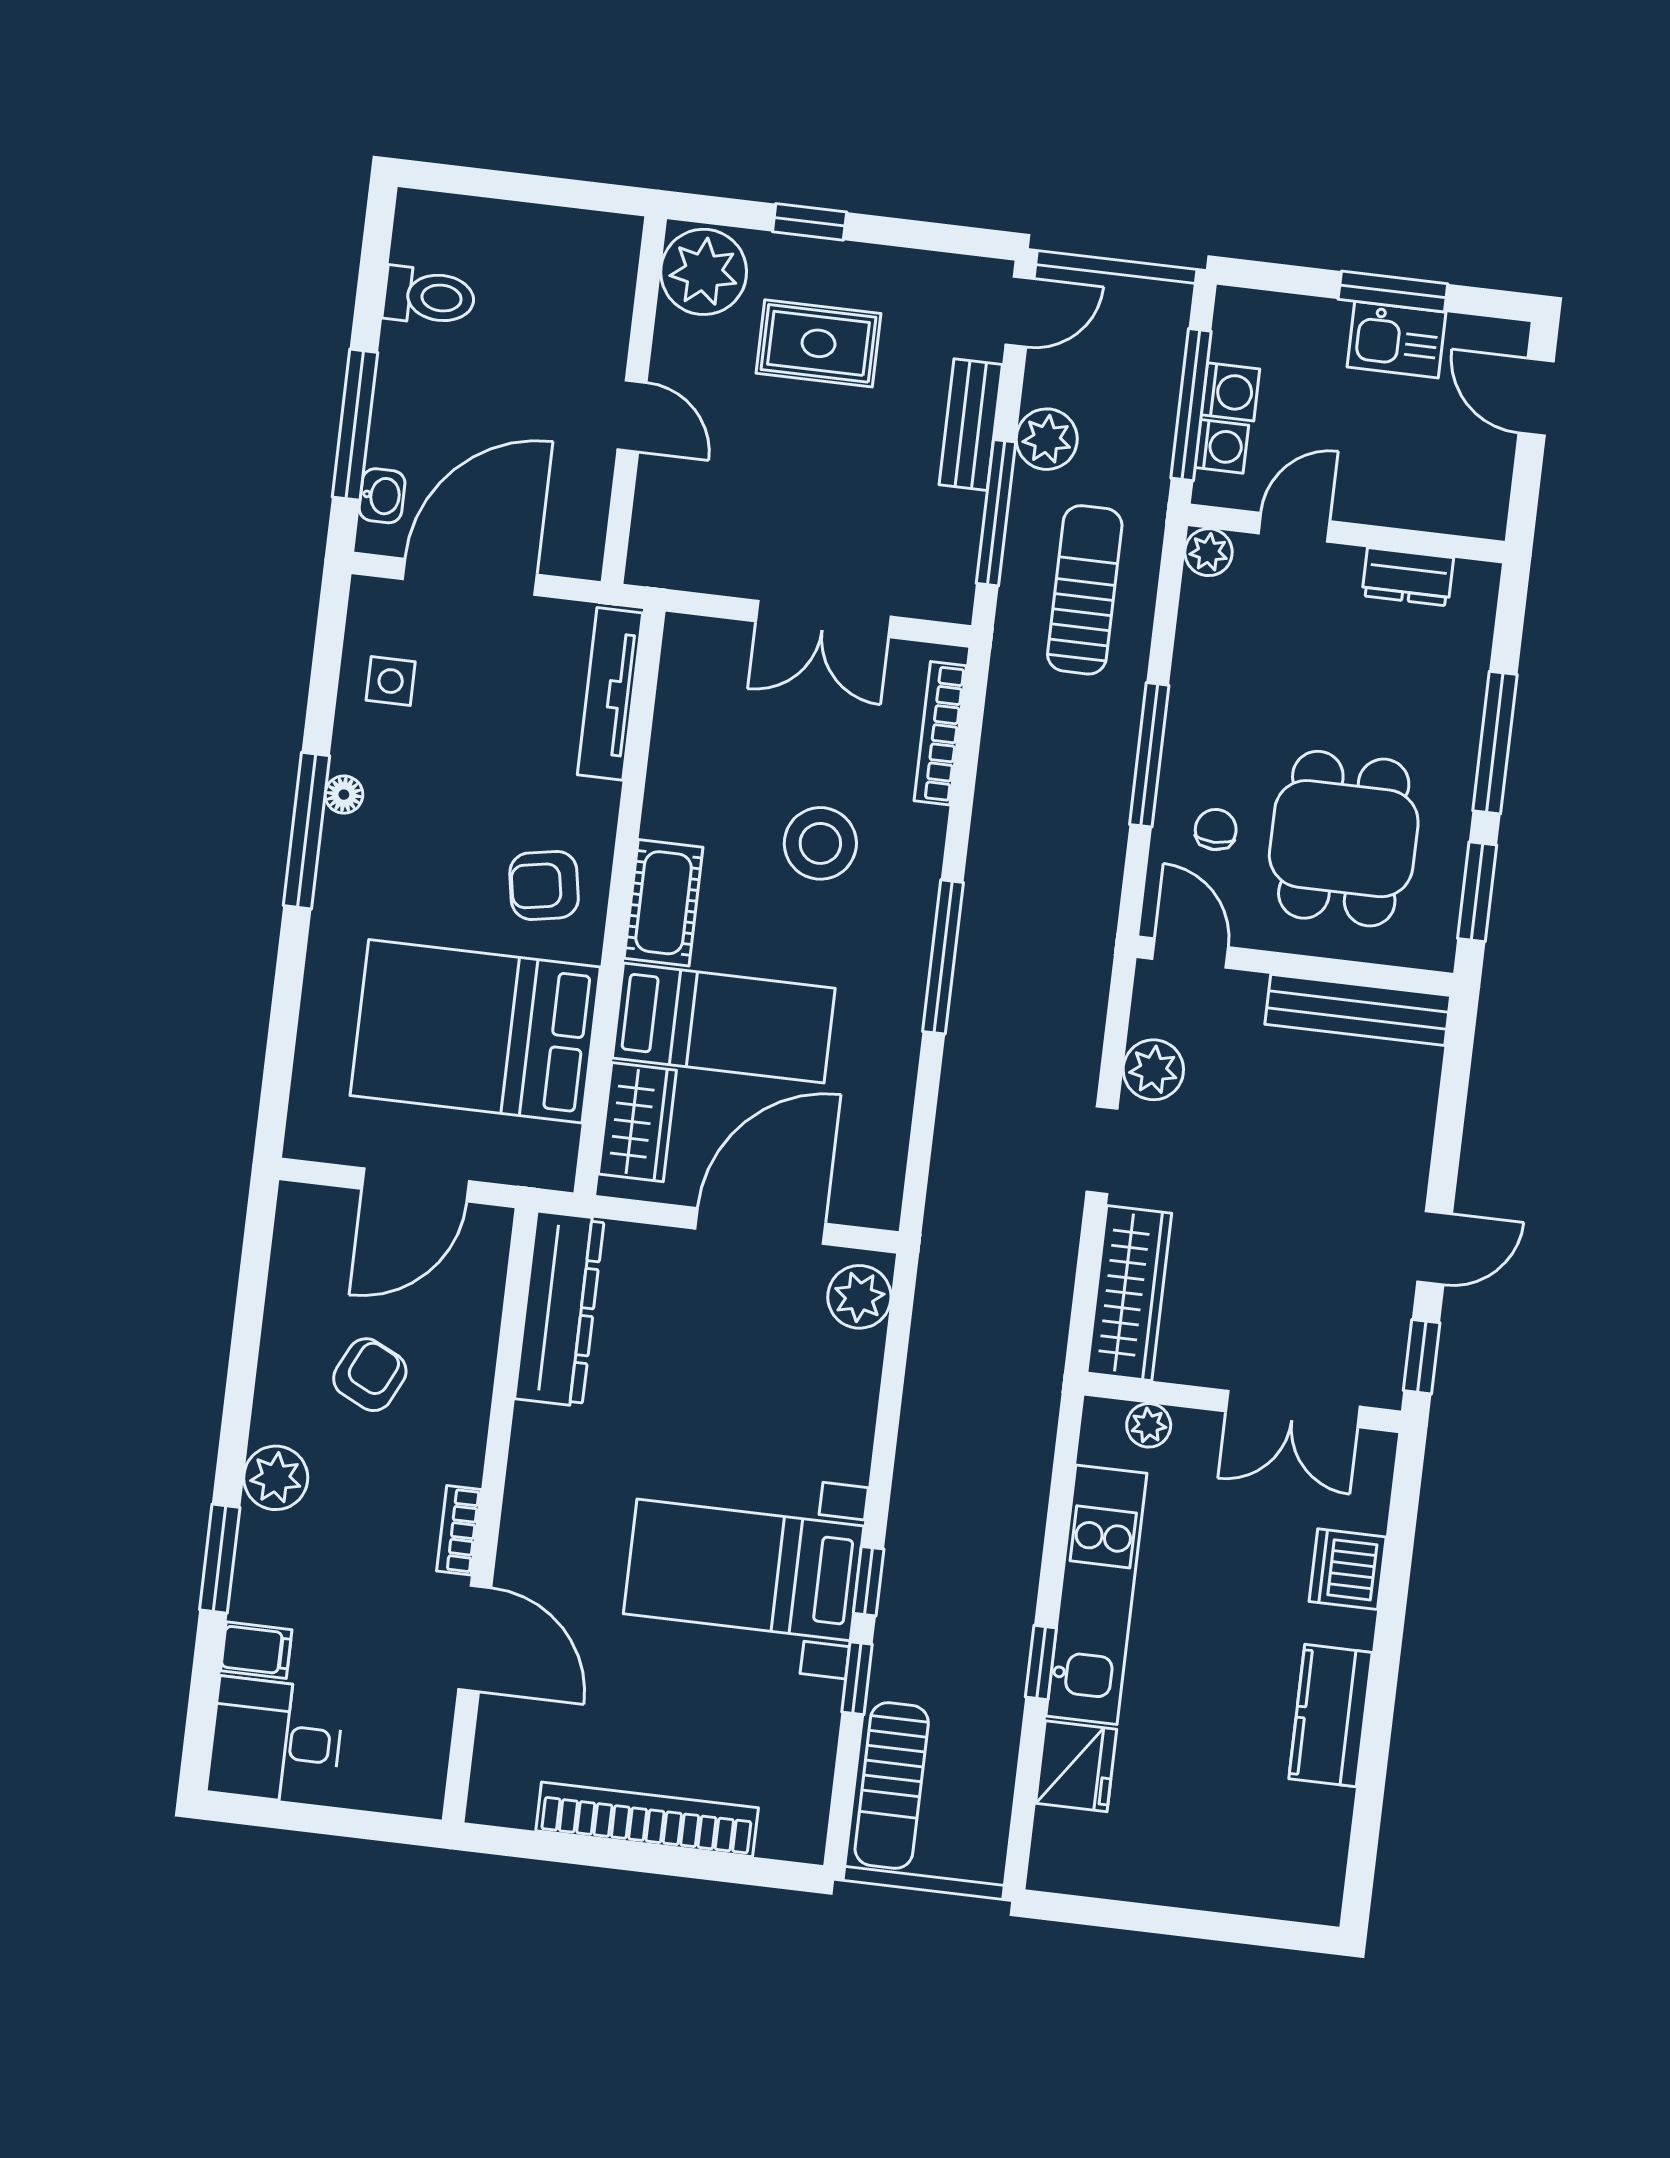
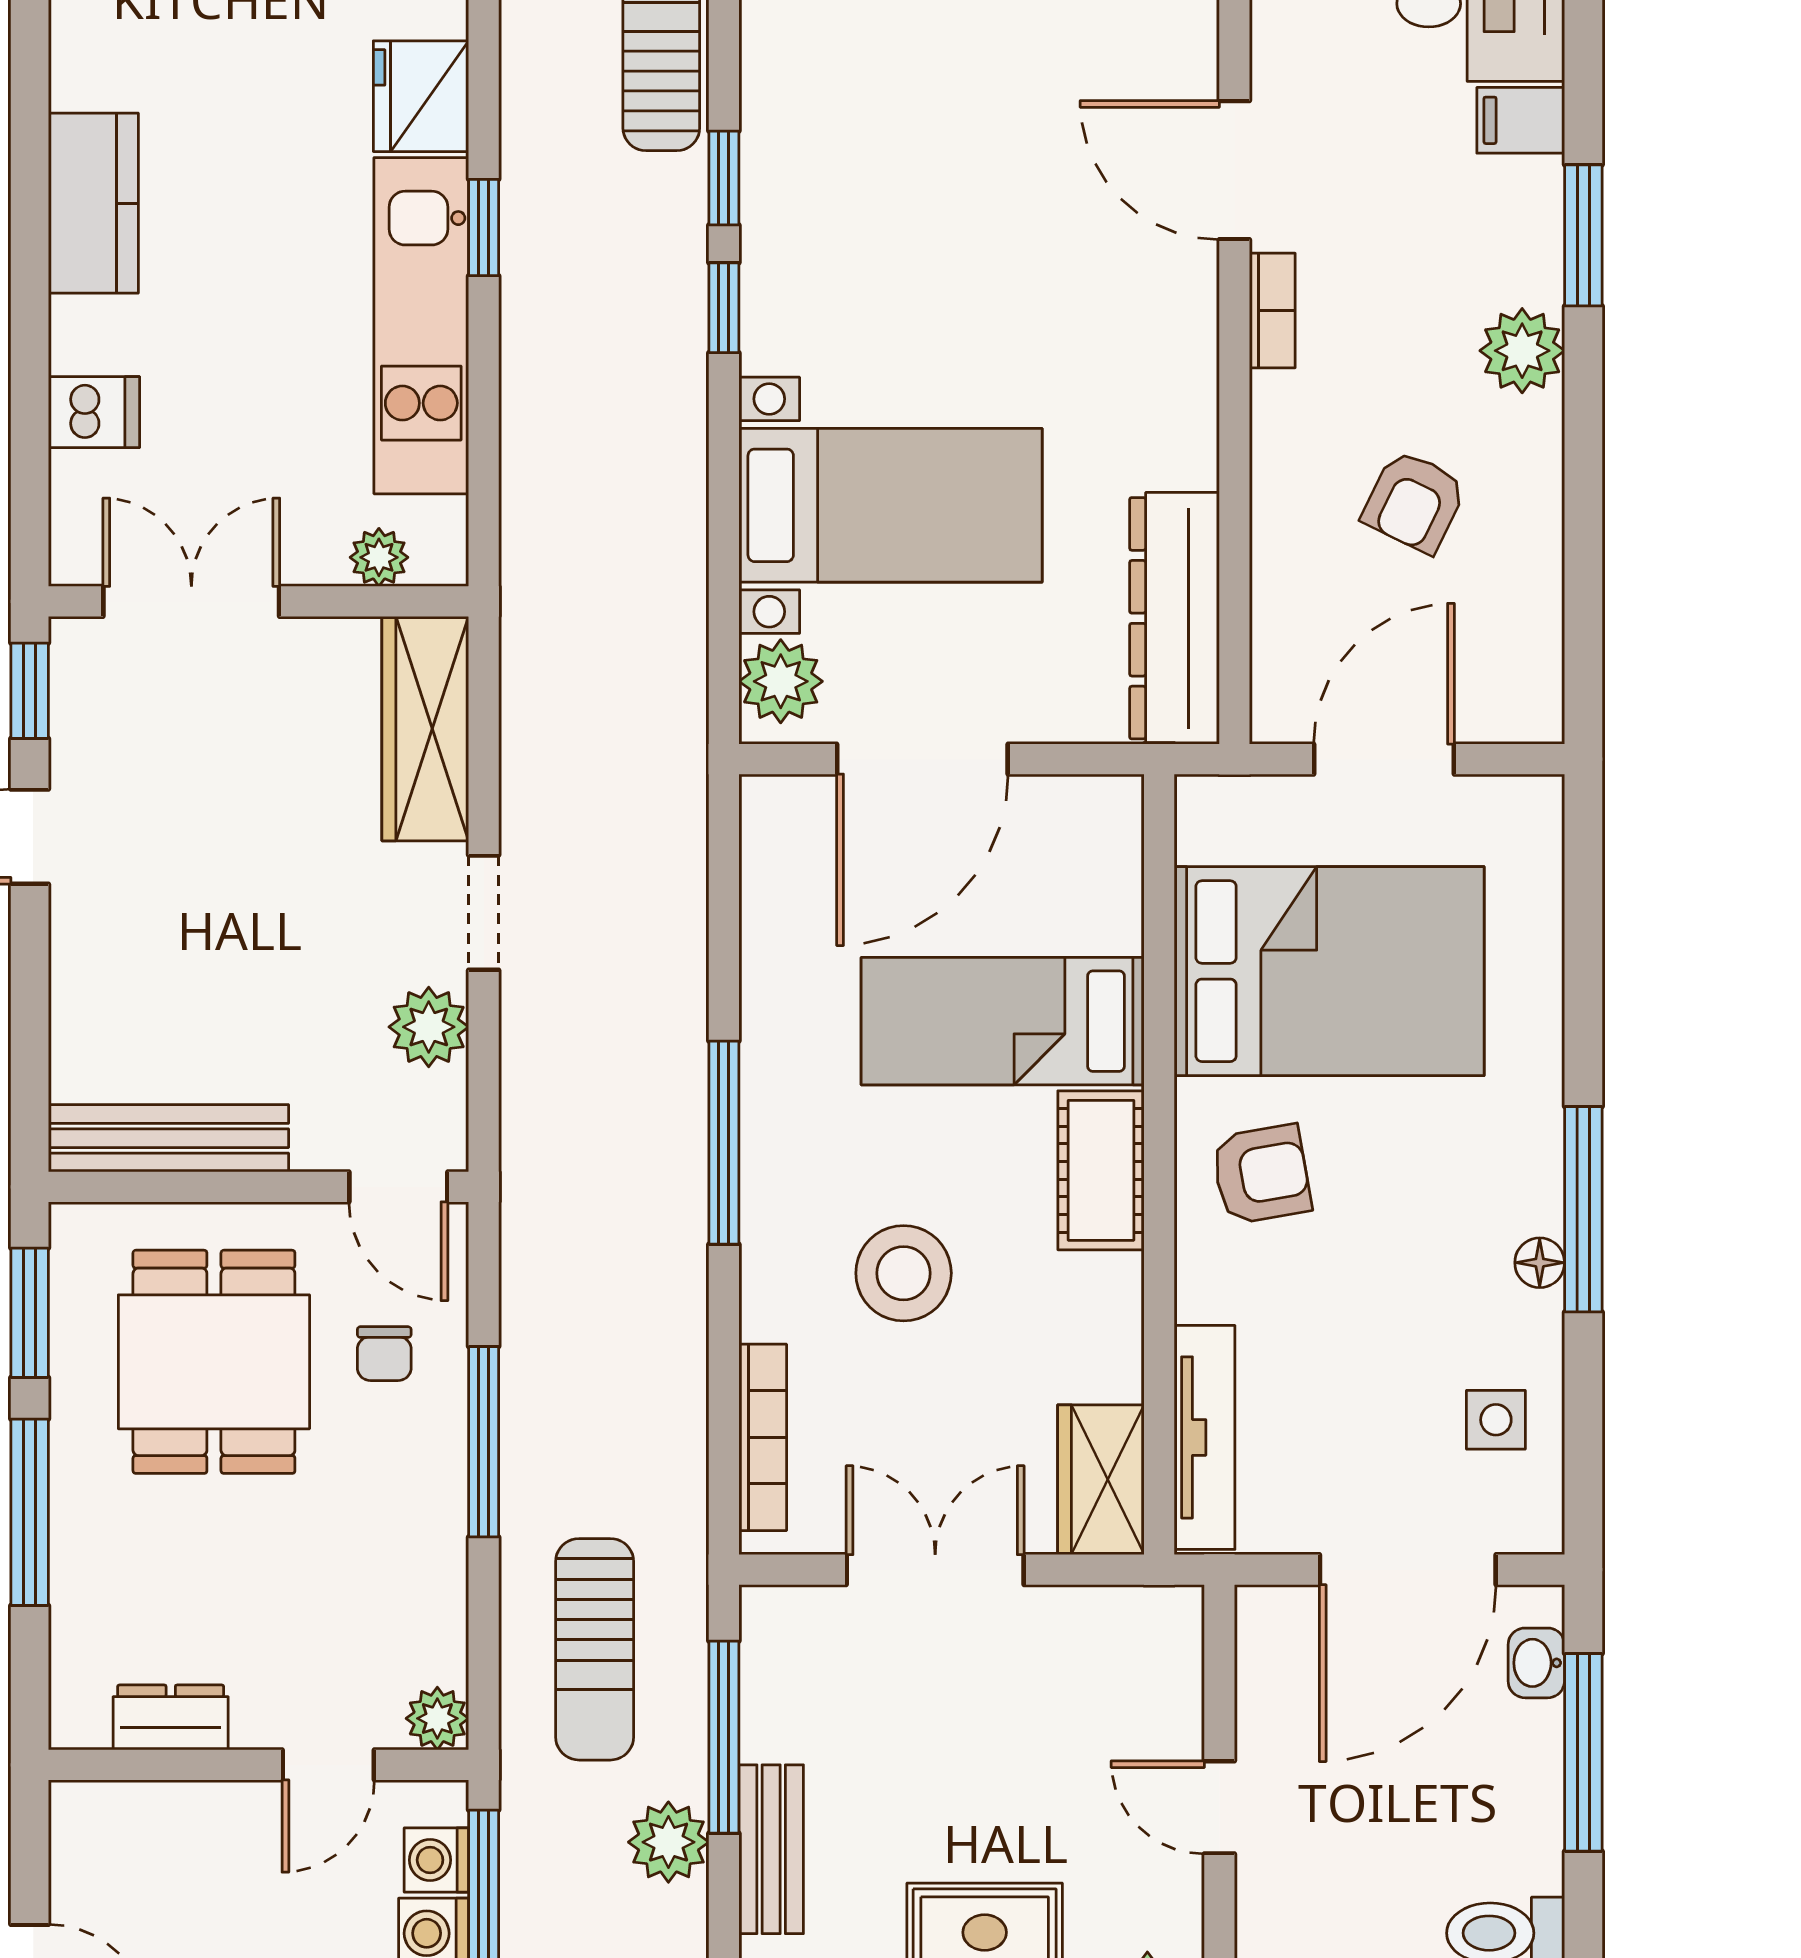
wardrobe: (637, 1122) -> (1101, 1479), moved
dishwasher: (1348, 1569) -> (94, 412), width x0.73
bed with nightstands: (744, 1570) -> (891, 505), moved

